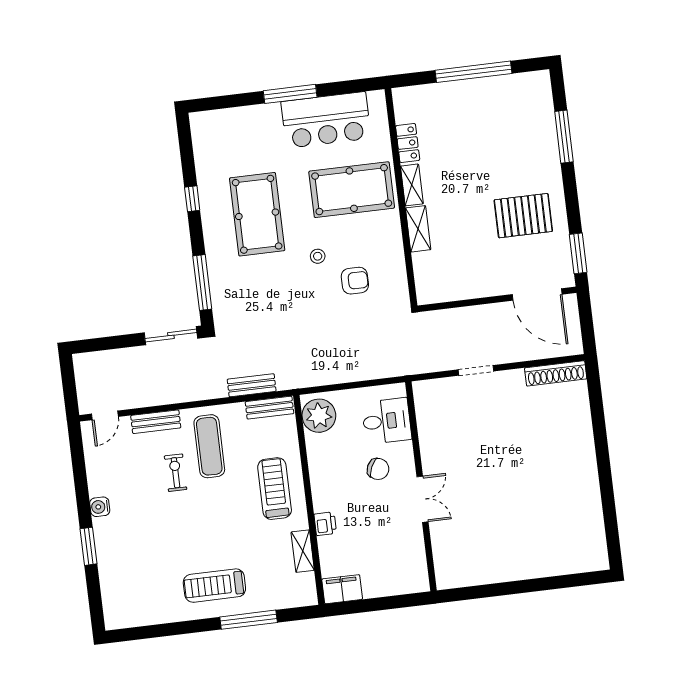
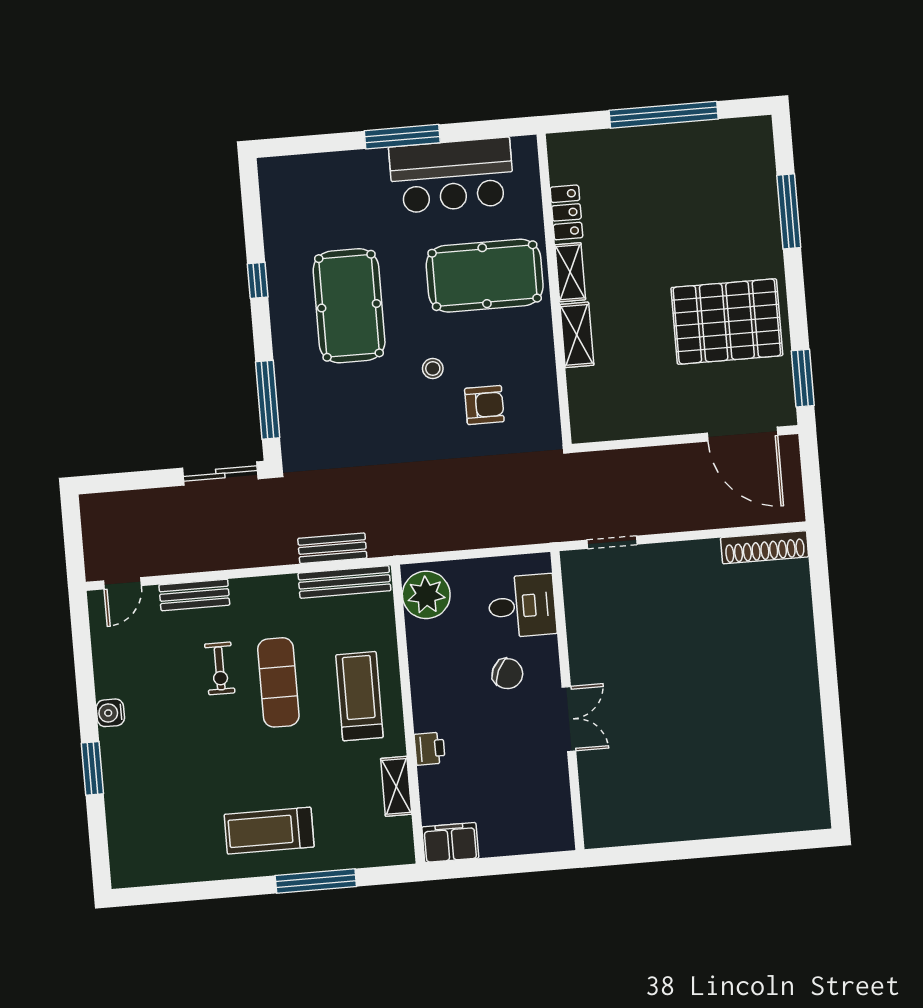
pallet: (523, 216) -> (727, 322), width x1.37, depth x1.41
doorway: (476, 370) -> (612, 542), moved
bench: (269, 408) -> (344, 582), width x1.36
exercise mat: (209, 446) -> (278, 682), moved
exercise bike: (176, 473) -> (220, 668), turned 180

